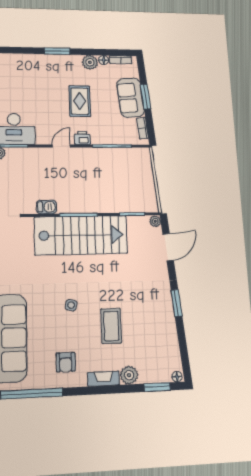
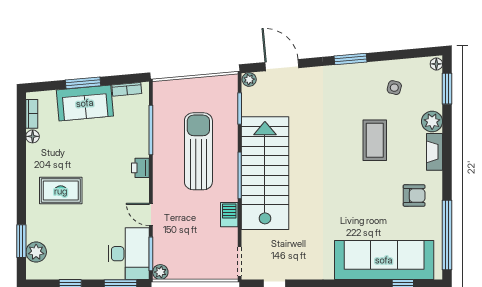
window: (57, 51) -> (21, 241), moved
plant: (90, 62) -> (36, 252), moved
rug: (80, 101) -> (61, 191), moved
door: (61, 146) -> (151, 214), moved
sun lounger: (97, 182) -> (198, 151), added
side table: (71, 305) -> (394, 88), moved
coffee table: (111, 326) -> (375, 140), turned 90

